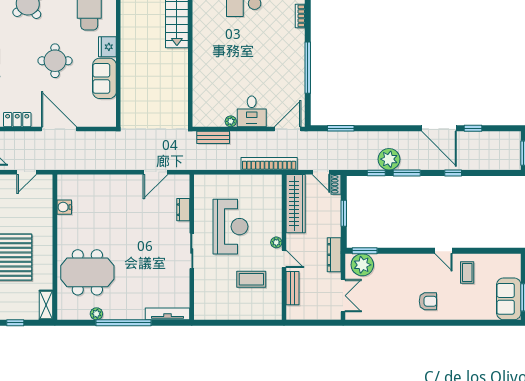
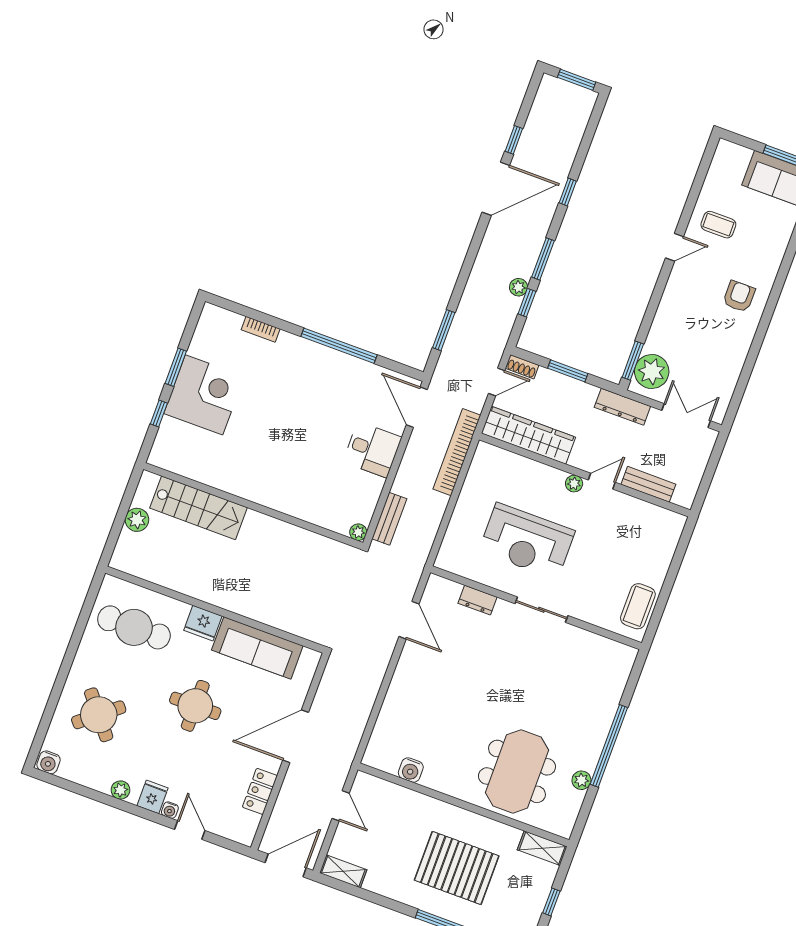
sofa: (104, 78) -> (257, 648), width x1.36
plant: (231, 121) -> (358, 532), moved
plant: (389, 159) -> (518, 287), width x0.53, depth x0.53
reception desk: (230, 227) -> (527, 541), turned 180
coffee table: (251, 279) -> (638, 606), moved
tv unit: (168, 314) -> (619, 678), removed

